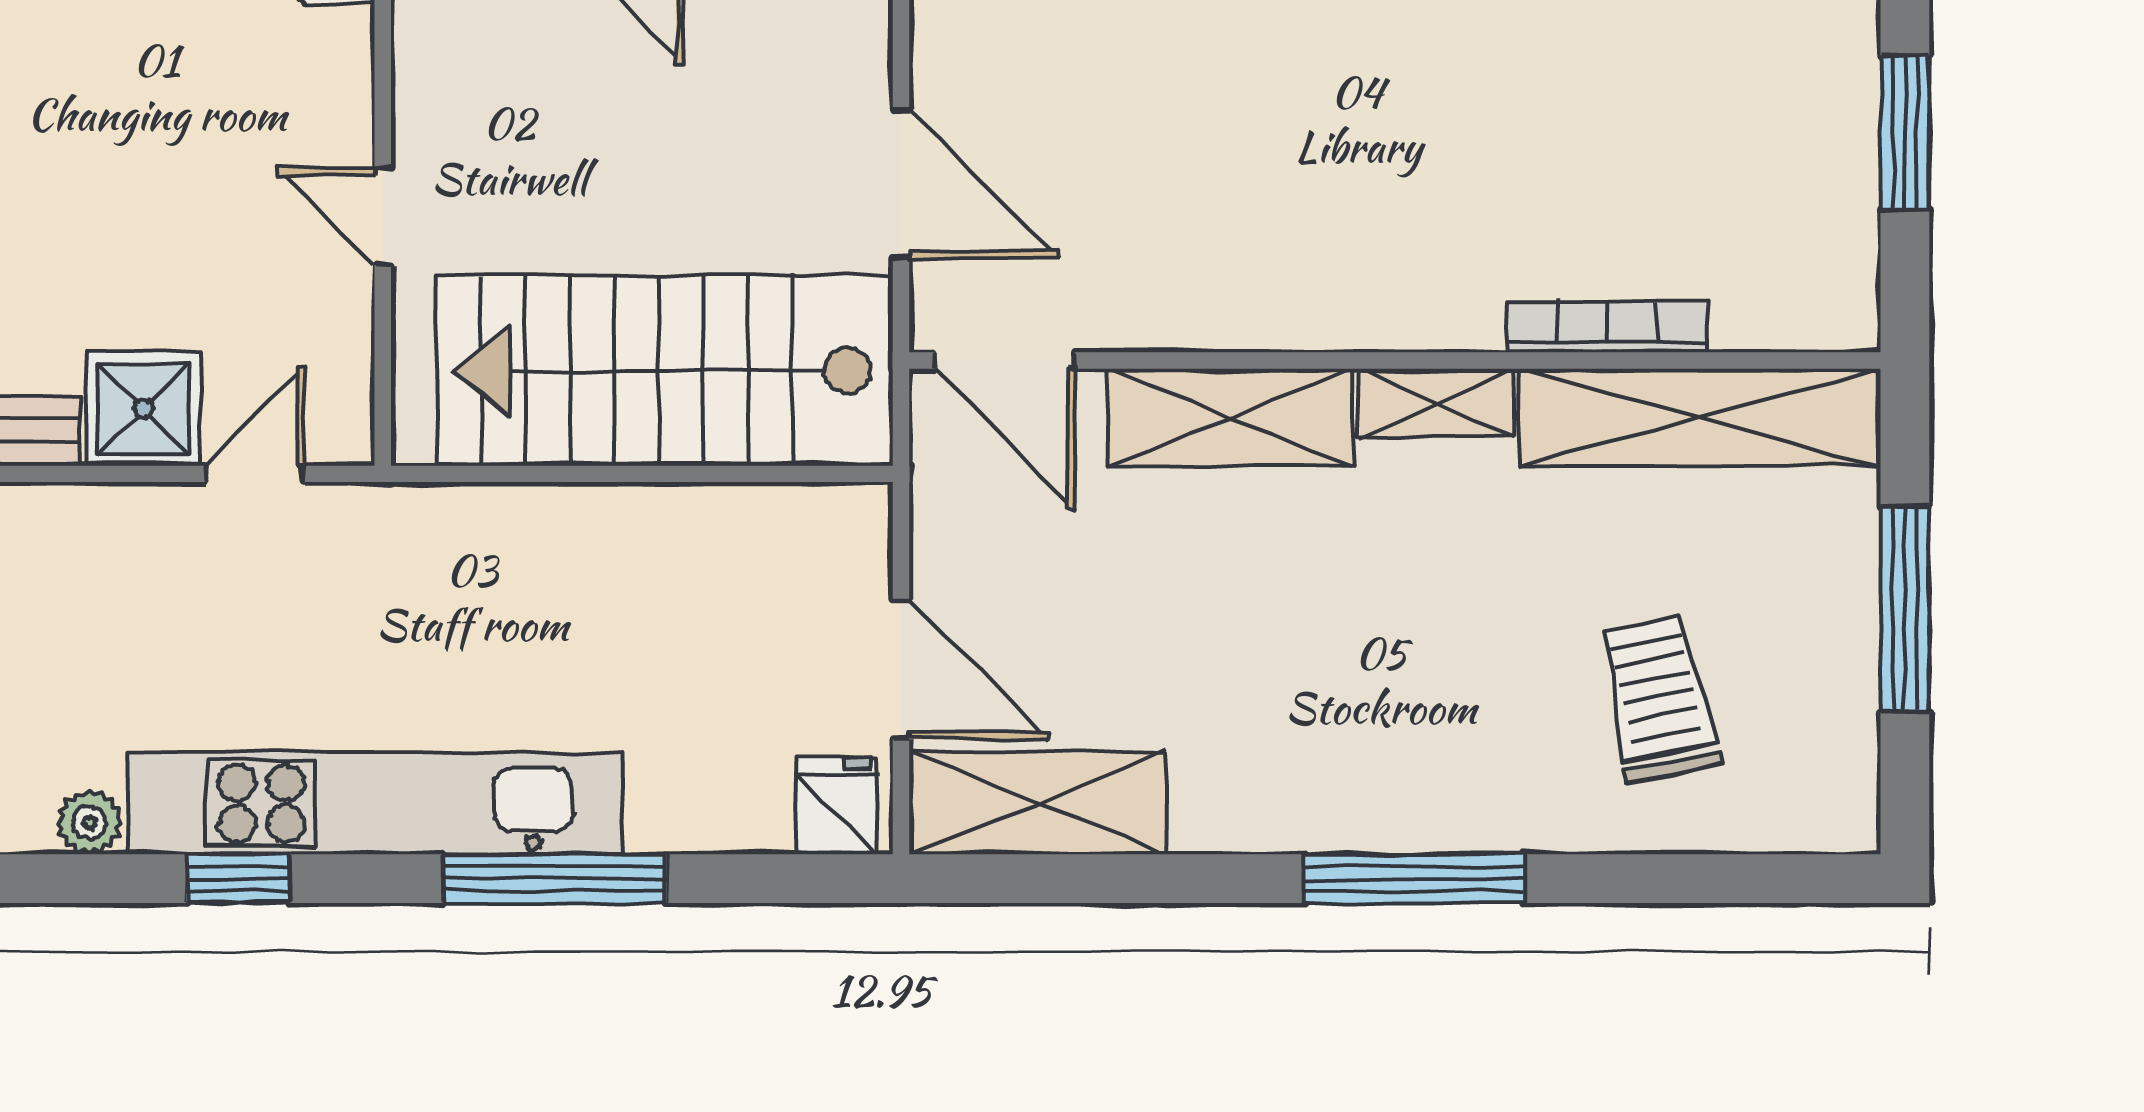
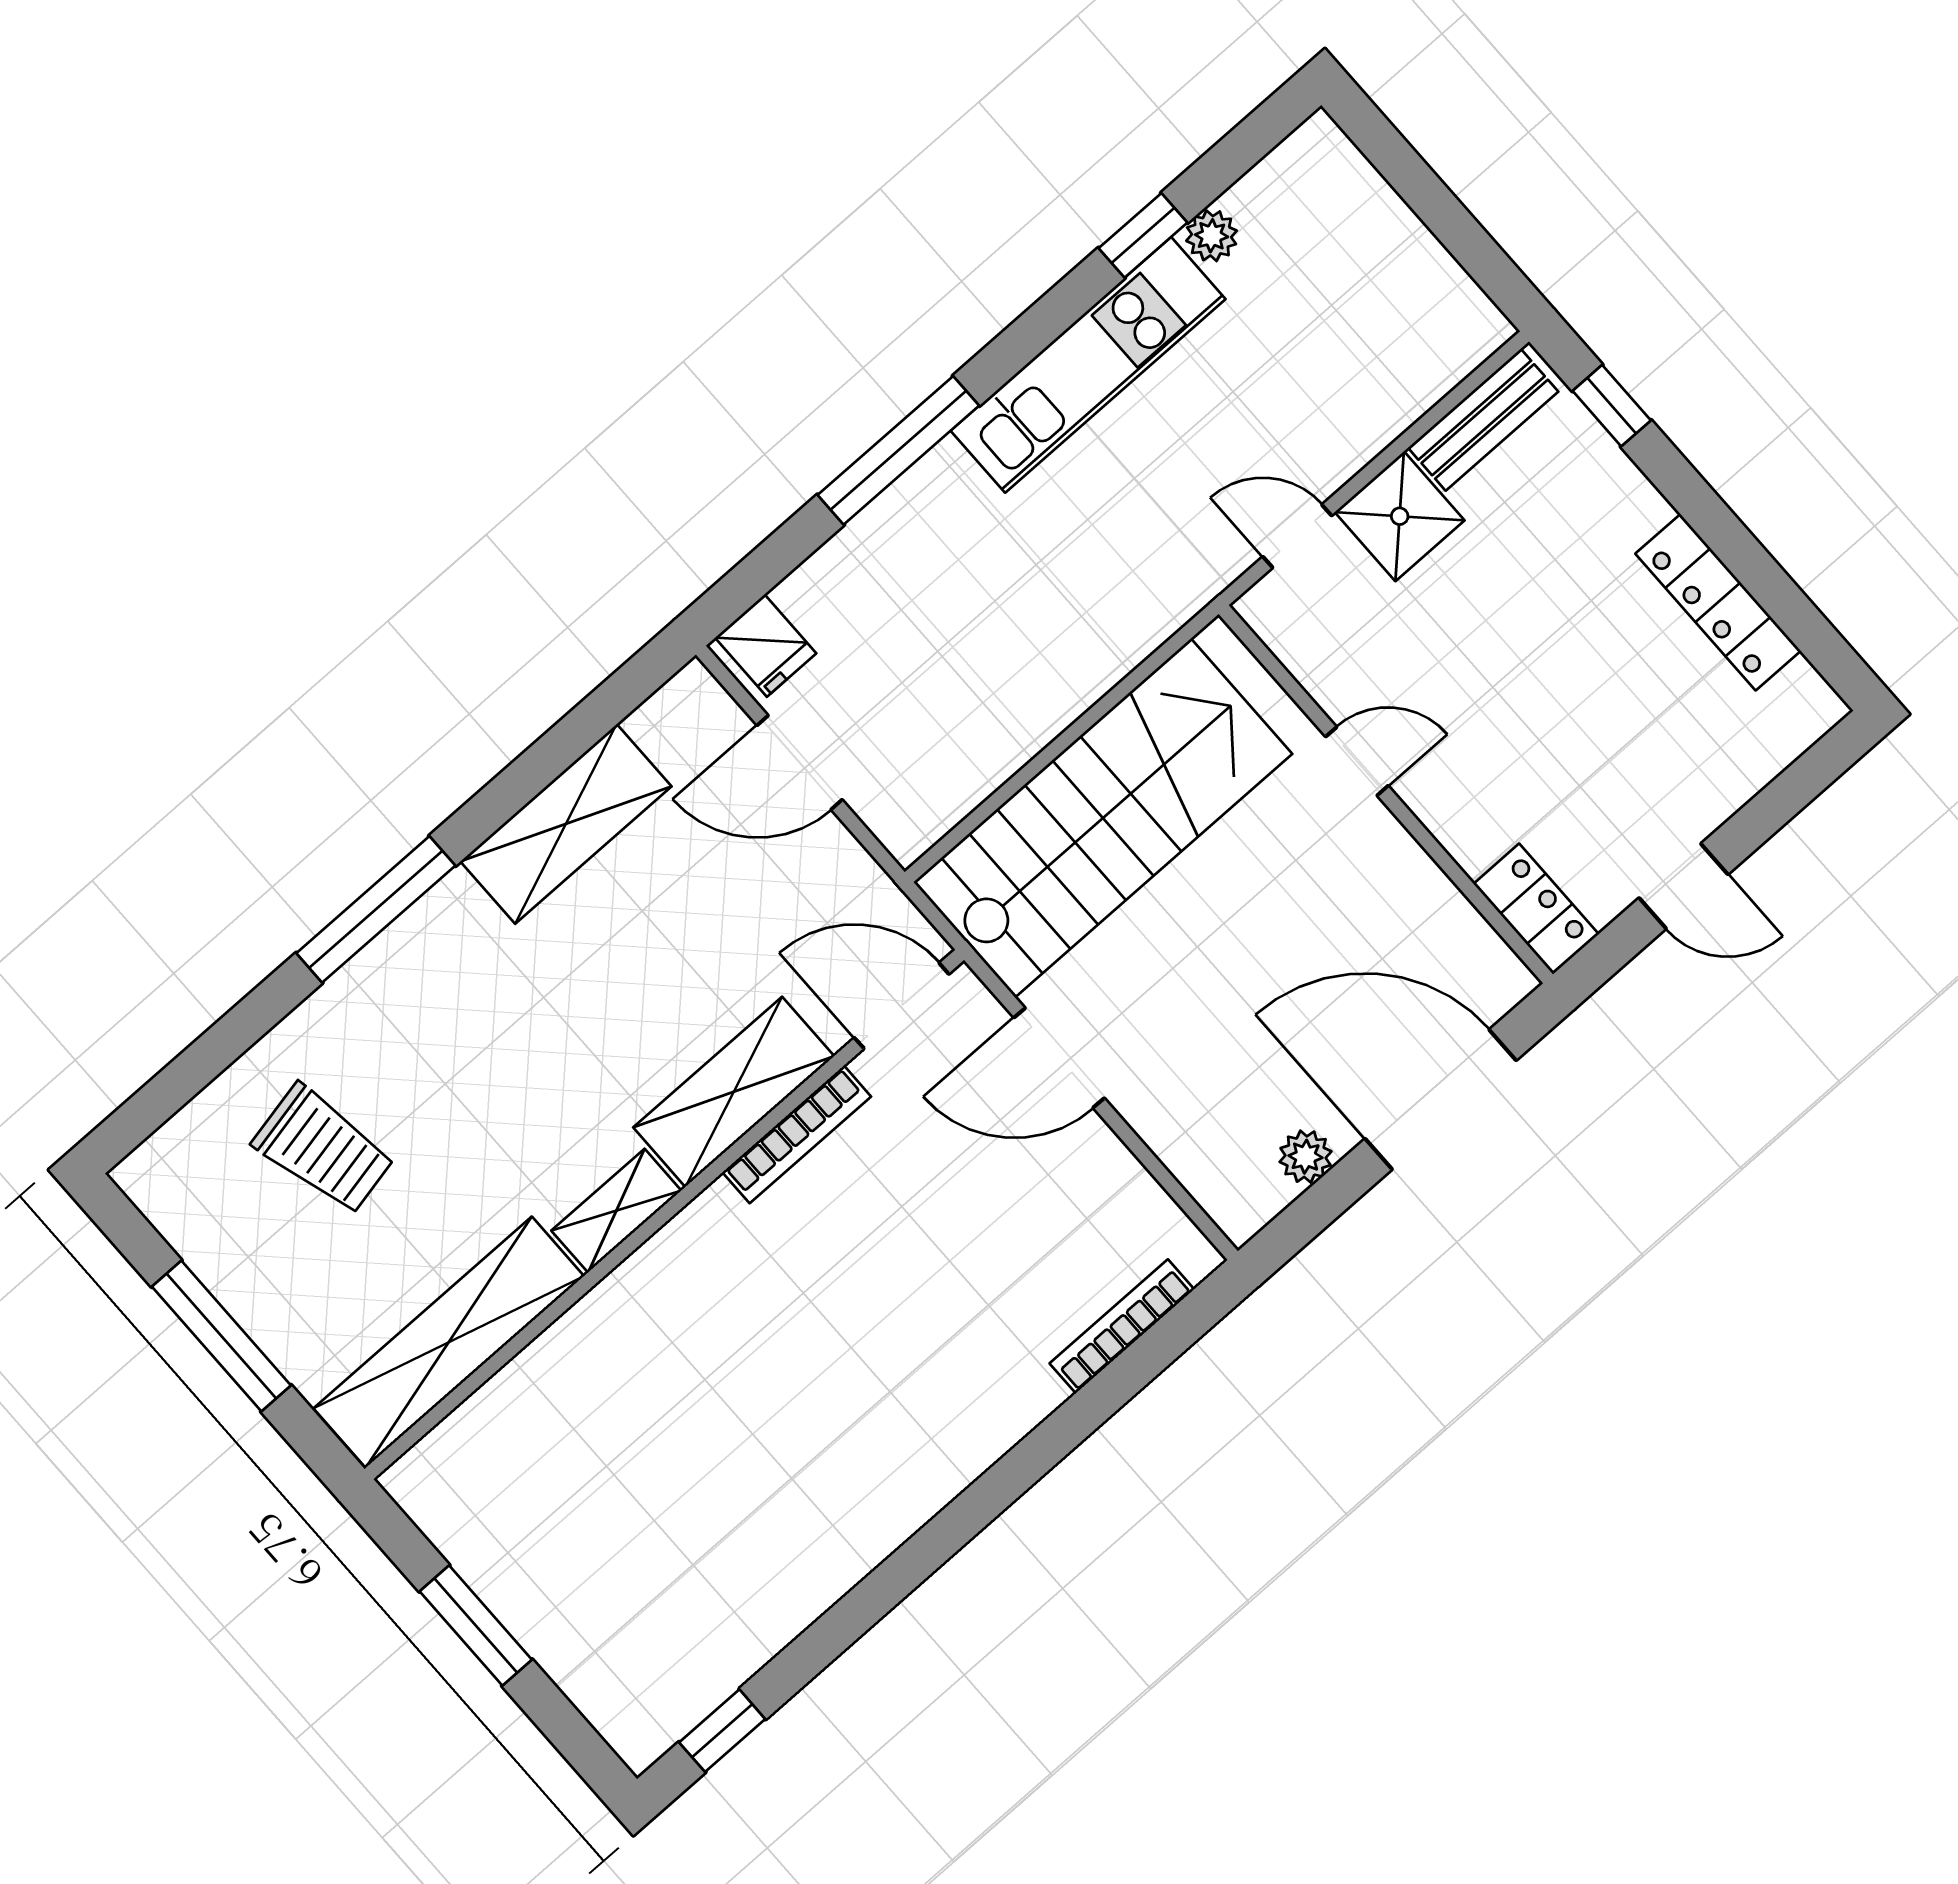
bookcase: (1607, 327) -> (797, 1134), moved
door: (255, 474) -> (1297, 536), swing flipped
kitchen unit: (375, 803) -> (1088, 365), width x0.73
shelving: (1038, 803) -> (566, 824), moved
window: (238, 879) -> (1143, 235), moved

